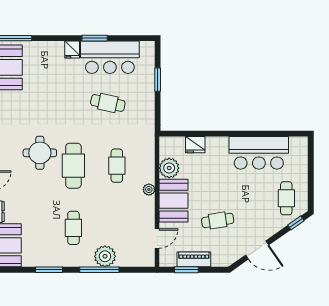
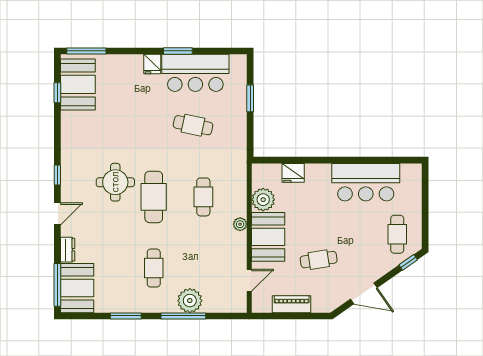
window: (186, 270) -> (283, 316), removed

